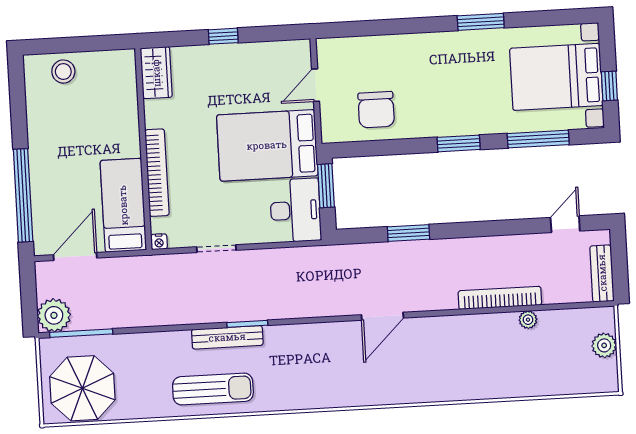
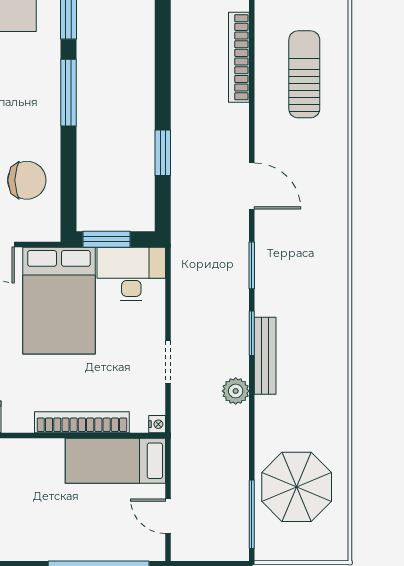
window: (459, 143) -> (69, 93), width x1.44
door: (75, 256) -> (168, 516), width x0.73
plant: (54, 315) -> (236, 391), moved, width x0.73, depth x0.73
window: (310, 320) -> (252, 265), added
plant: (528, 320) -> (264, 28), removed
parasol: (82, 388) -> (297, 487), moved
sun lounger: (213, 389) -> (304, 74), moved

